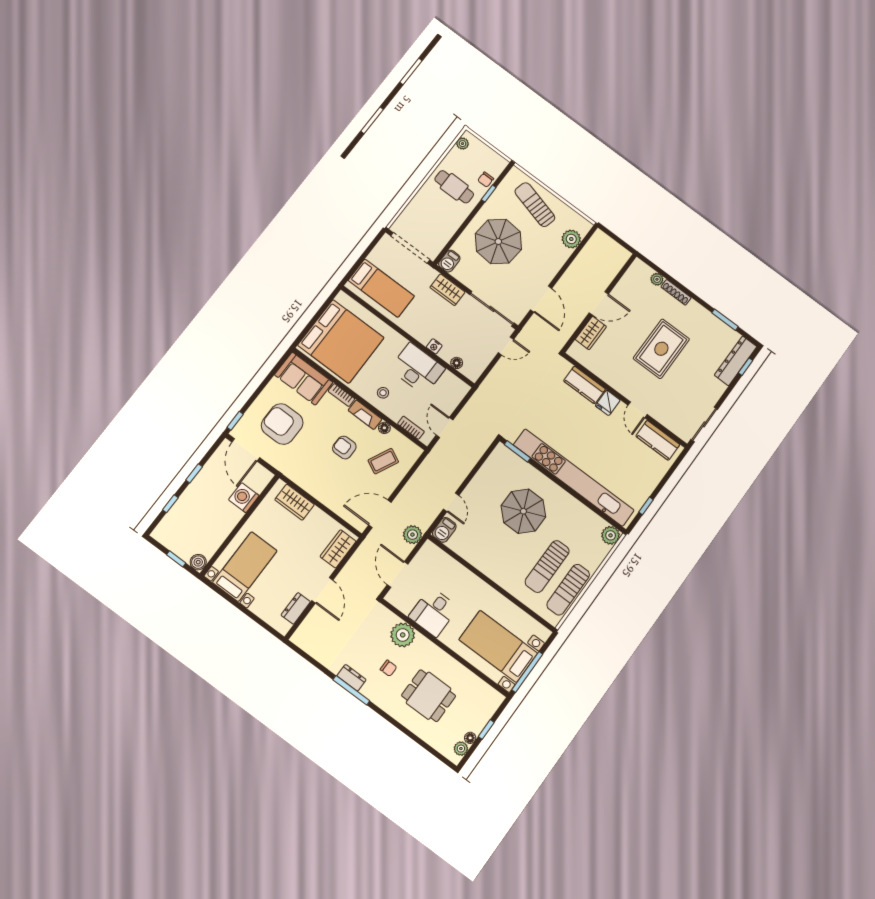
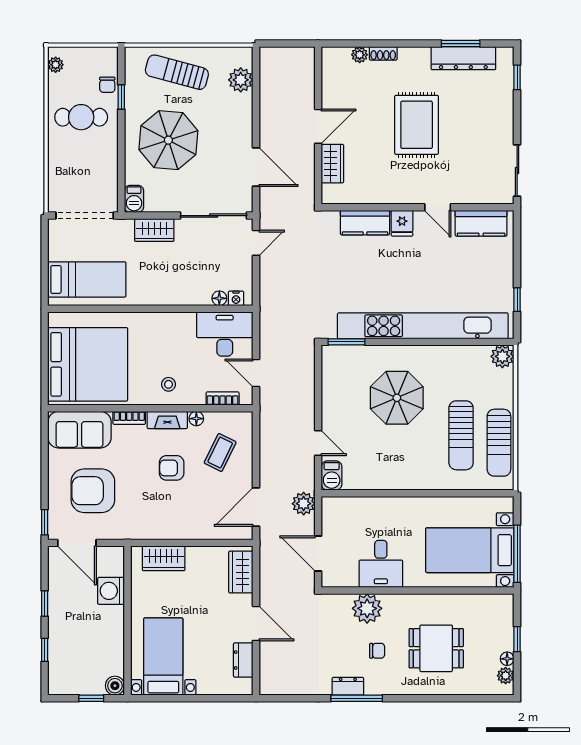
shoe rack: (676, 292) -> (383, 53), width x0.70
nightstand: (434, 346) -> (236, 298), moved
dresser: (736, 361) -> (463, 58), moved, turned -90
desk: (417, 369) -> (225, 334), moved

